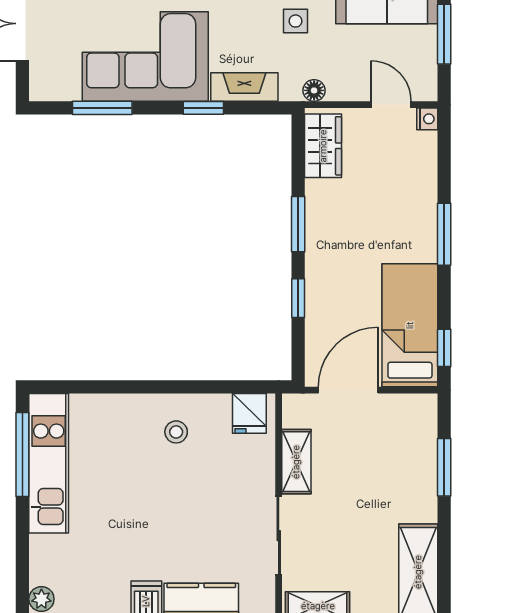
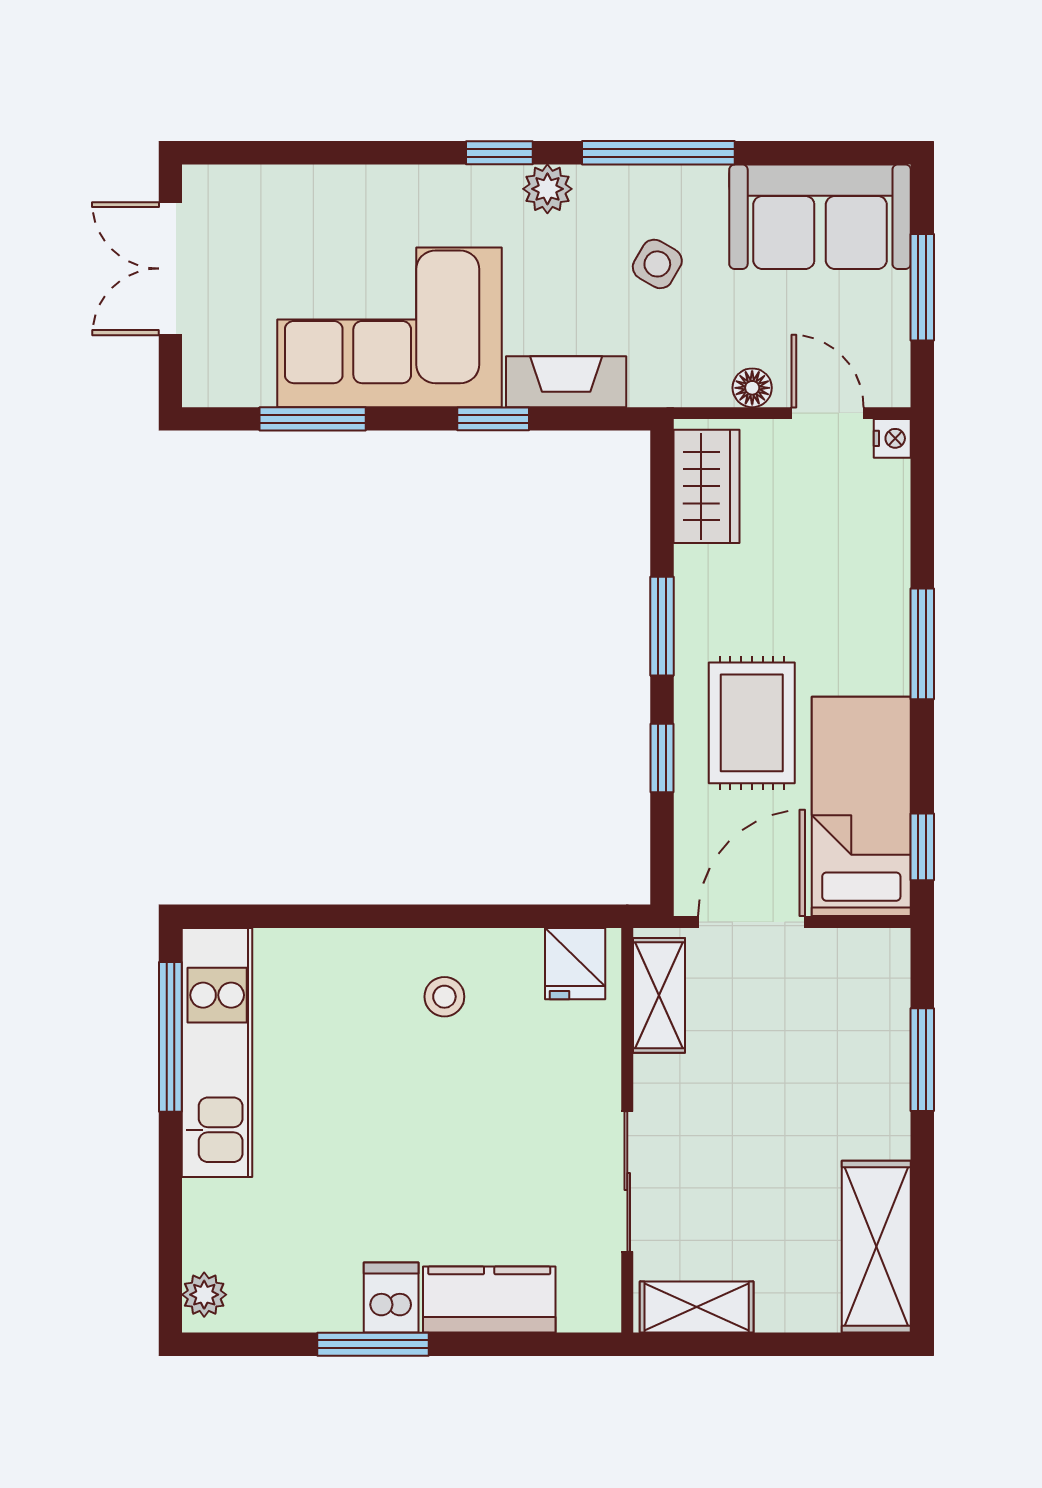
side table: (295, 21) -> (657, 264), turned 30
floor lamp: (314, 90) -> (752, 388), moved
rug: (349, 278) -> (752, 723), added
shelving: (296, 462) -> (659, 995), moved

